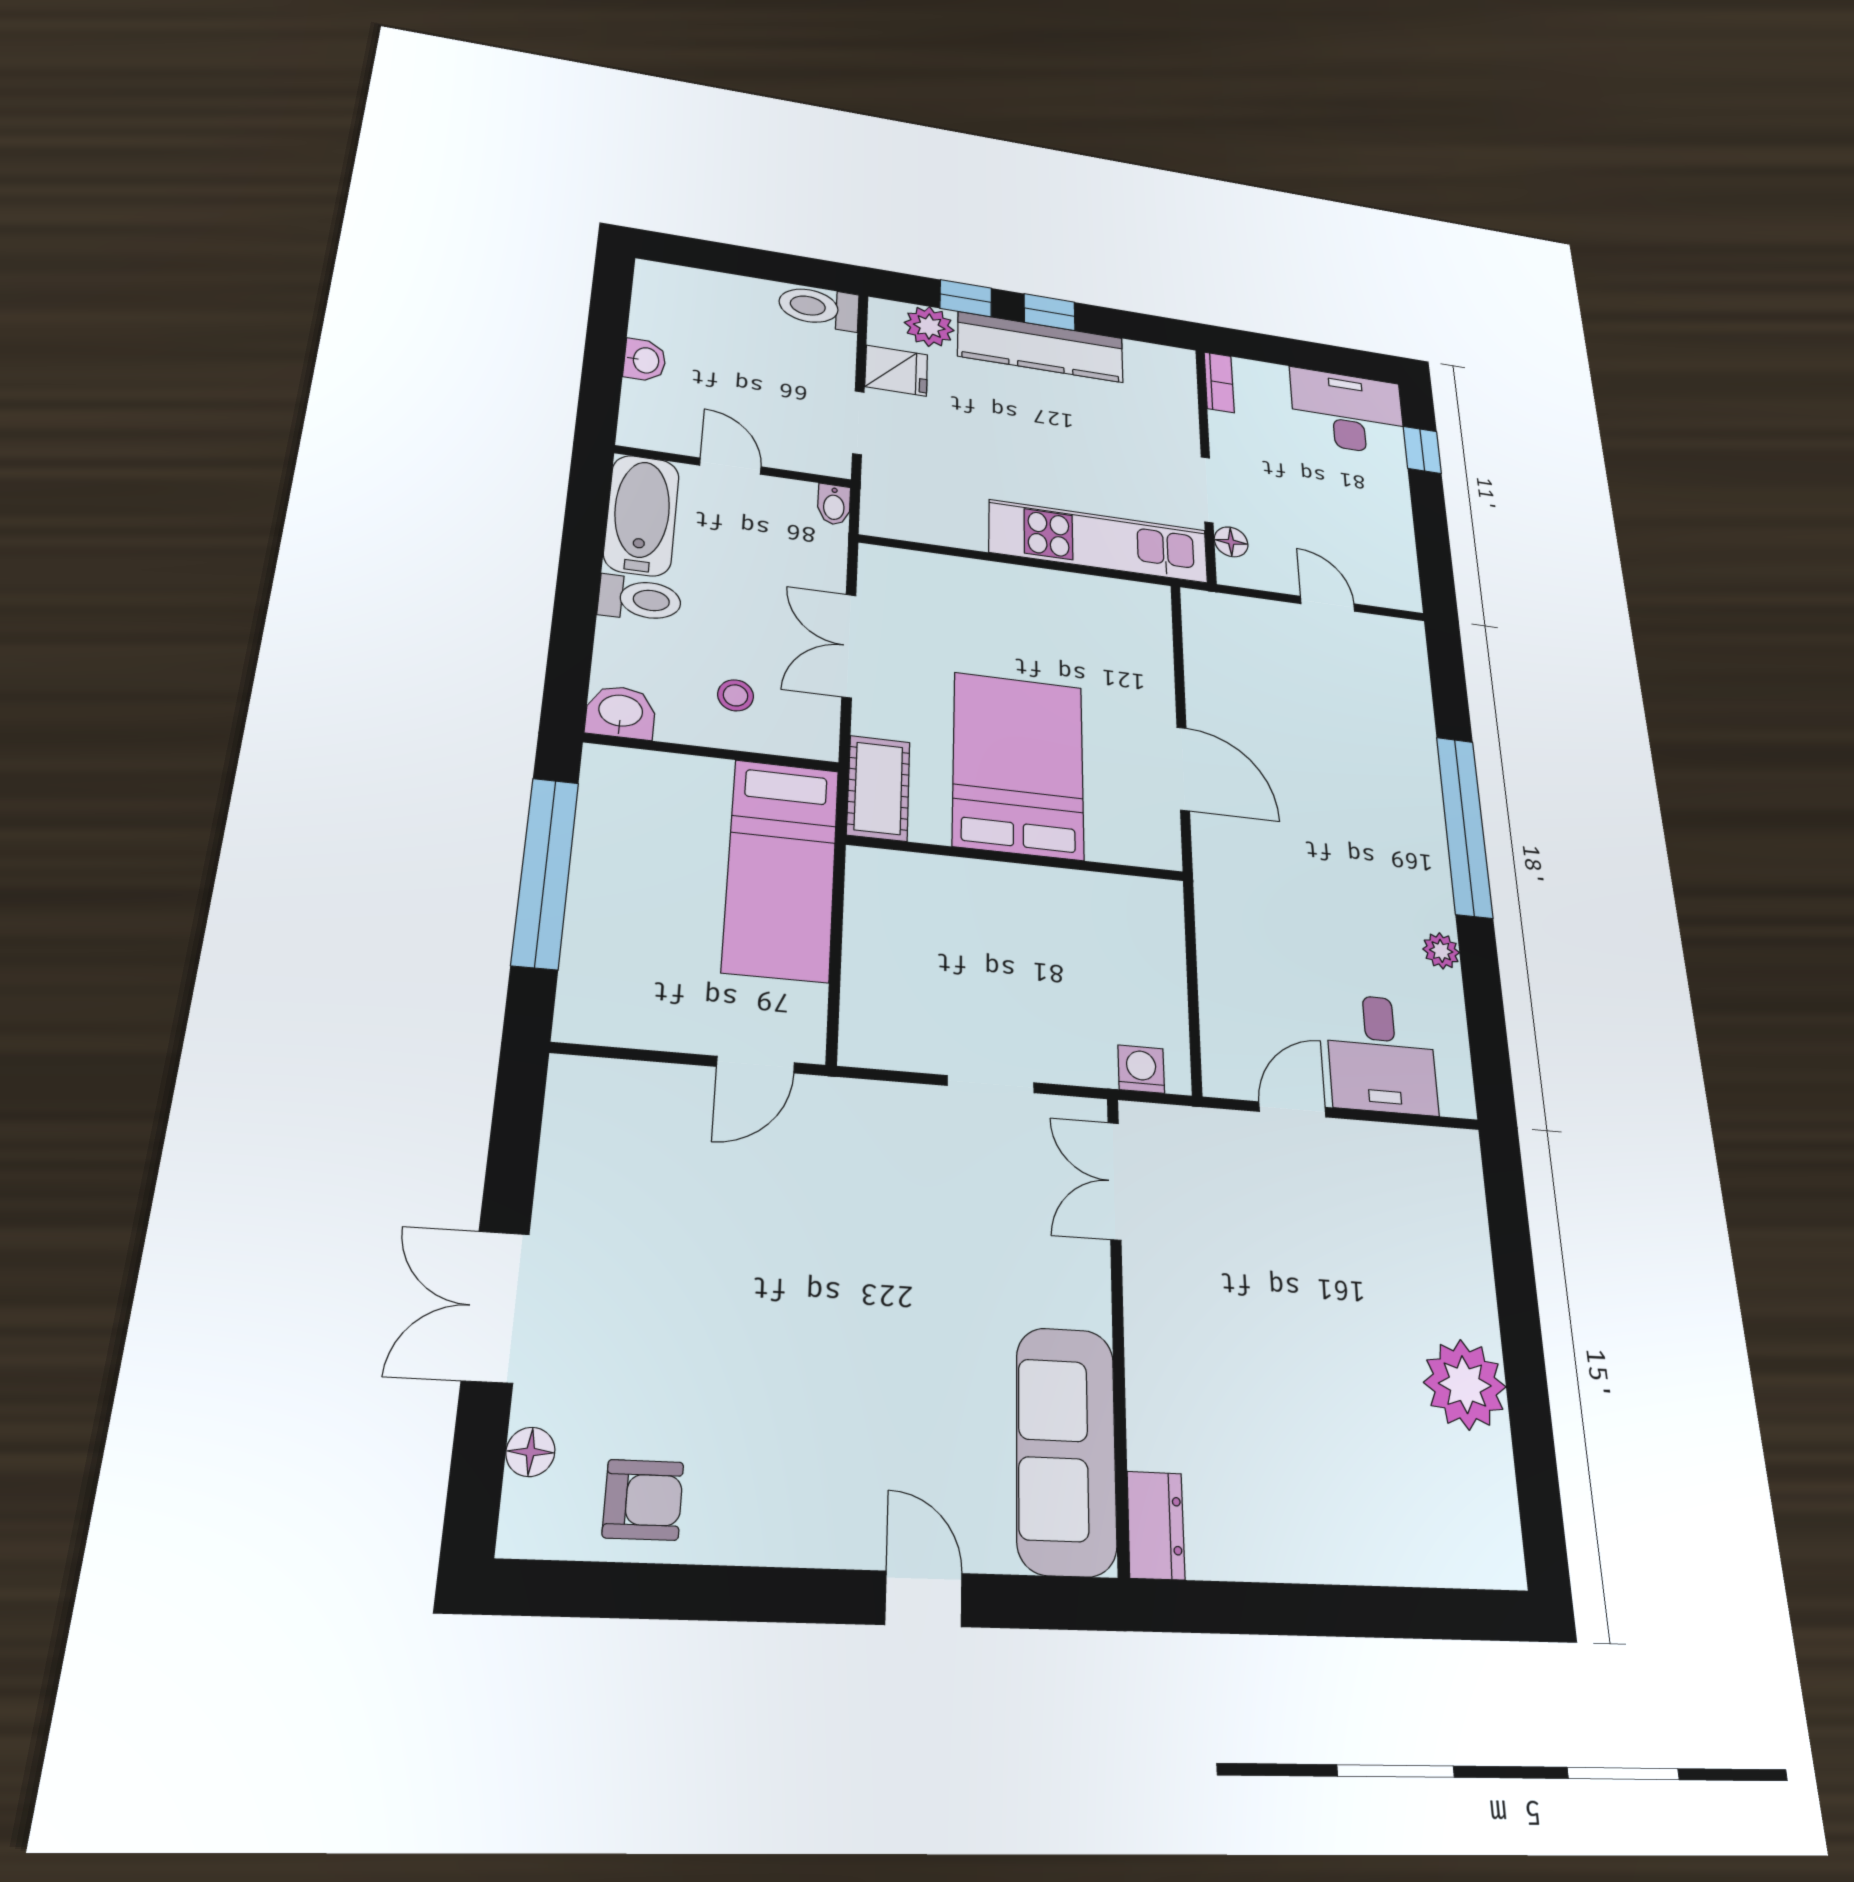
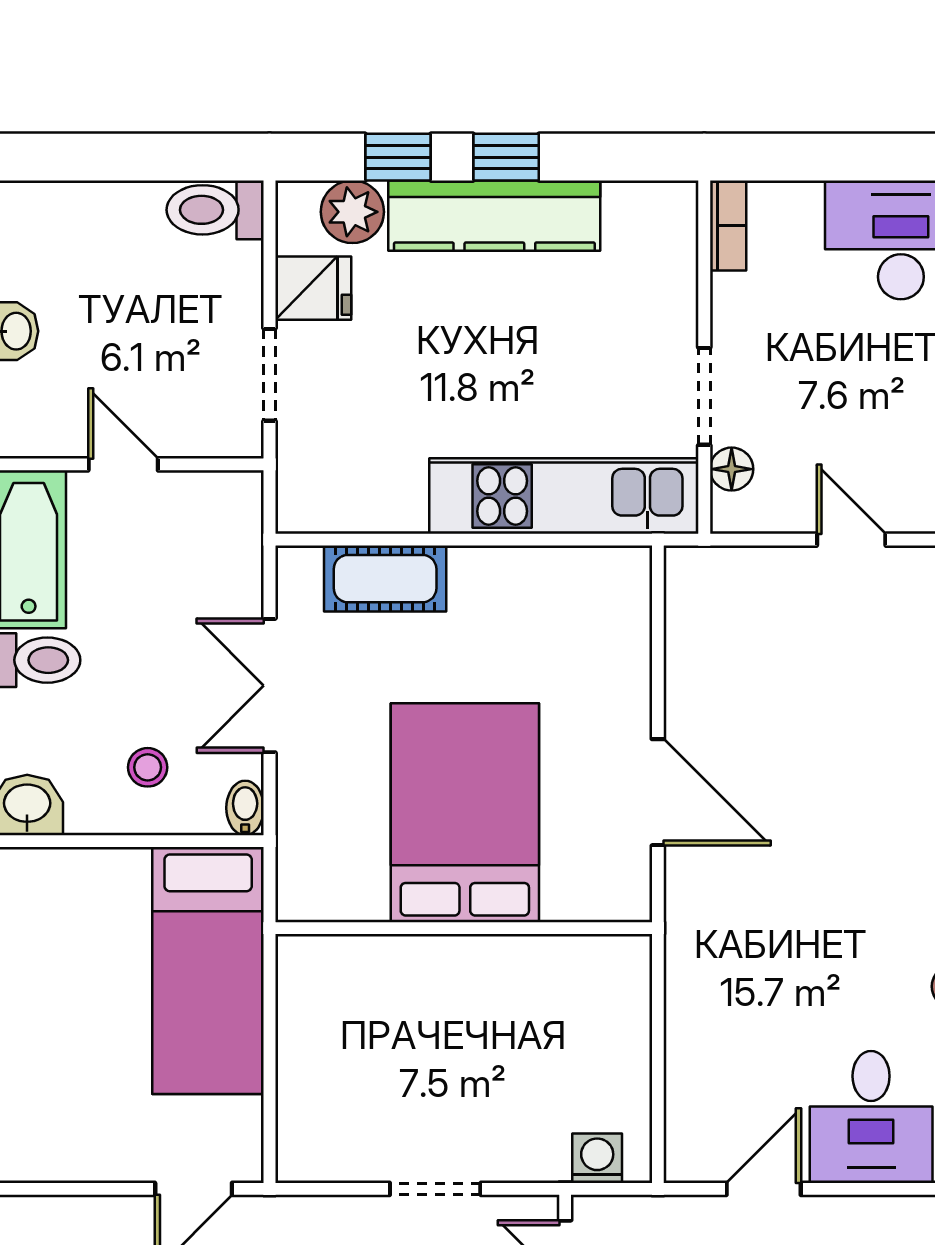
bidet: (834, 505) -> (245, 808), moved, turned 180
cot: (878, 788) -> (385, 579), moved, turned 90

